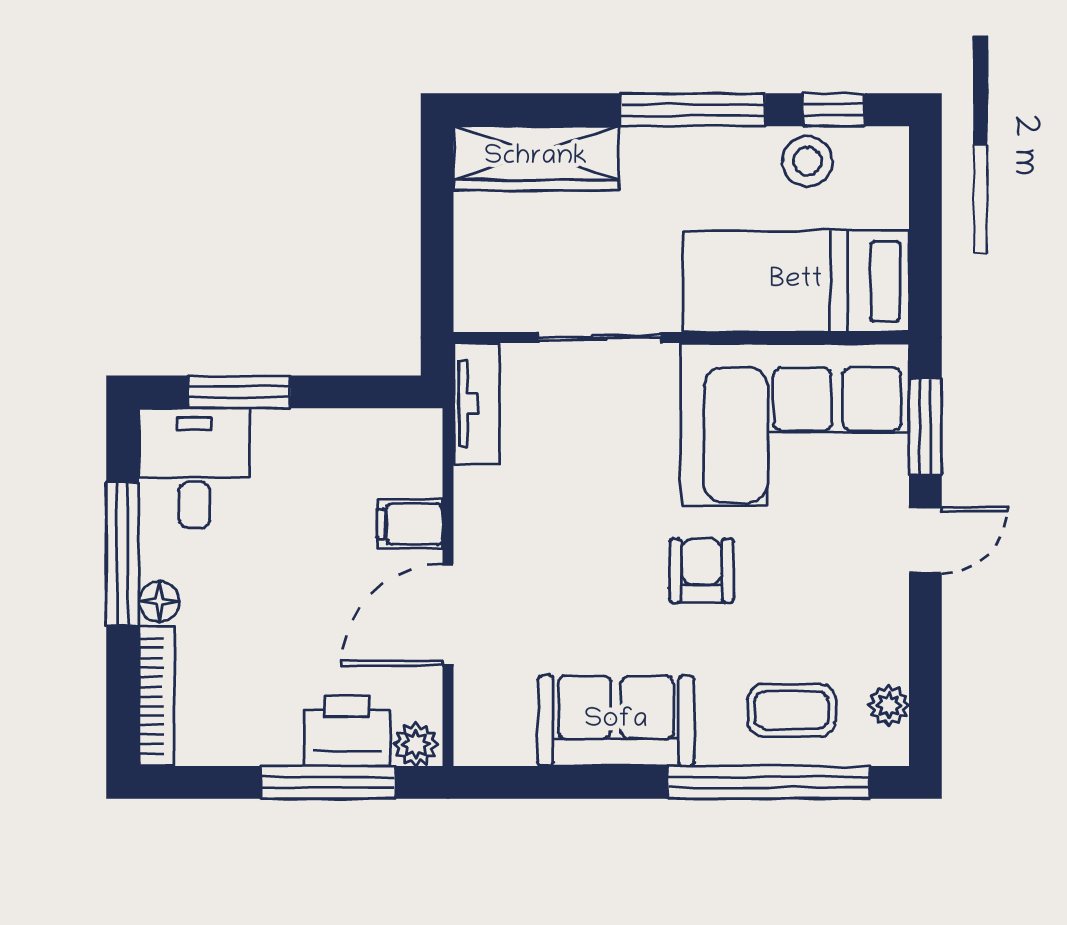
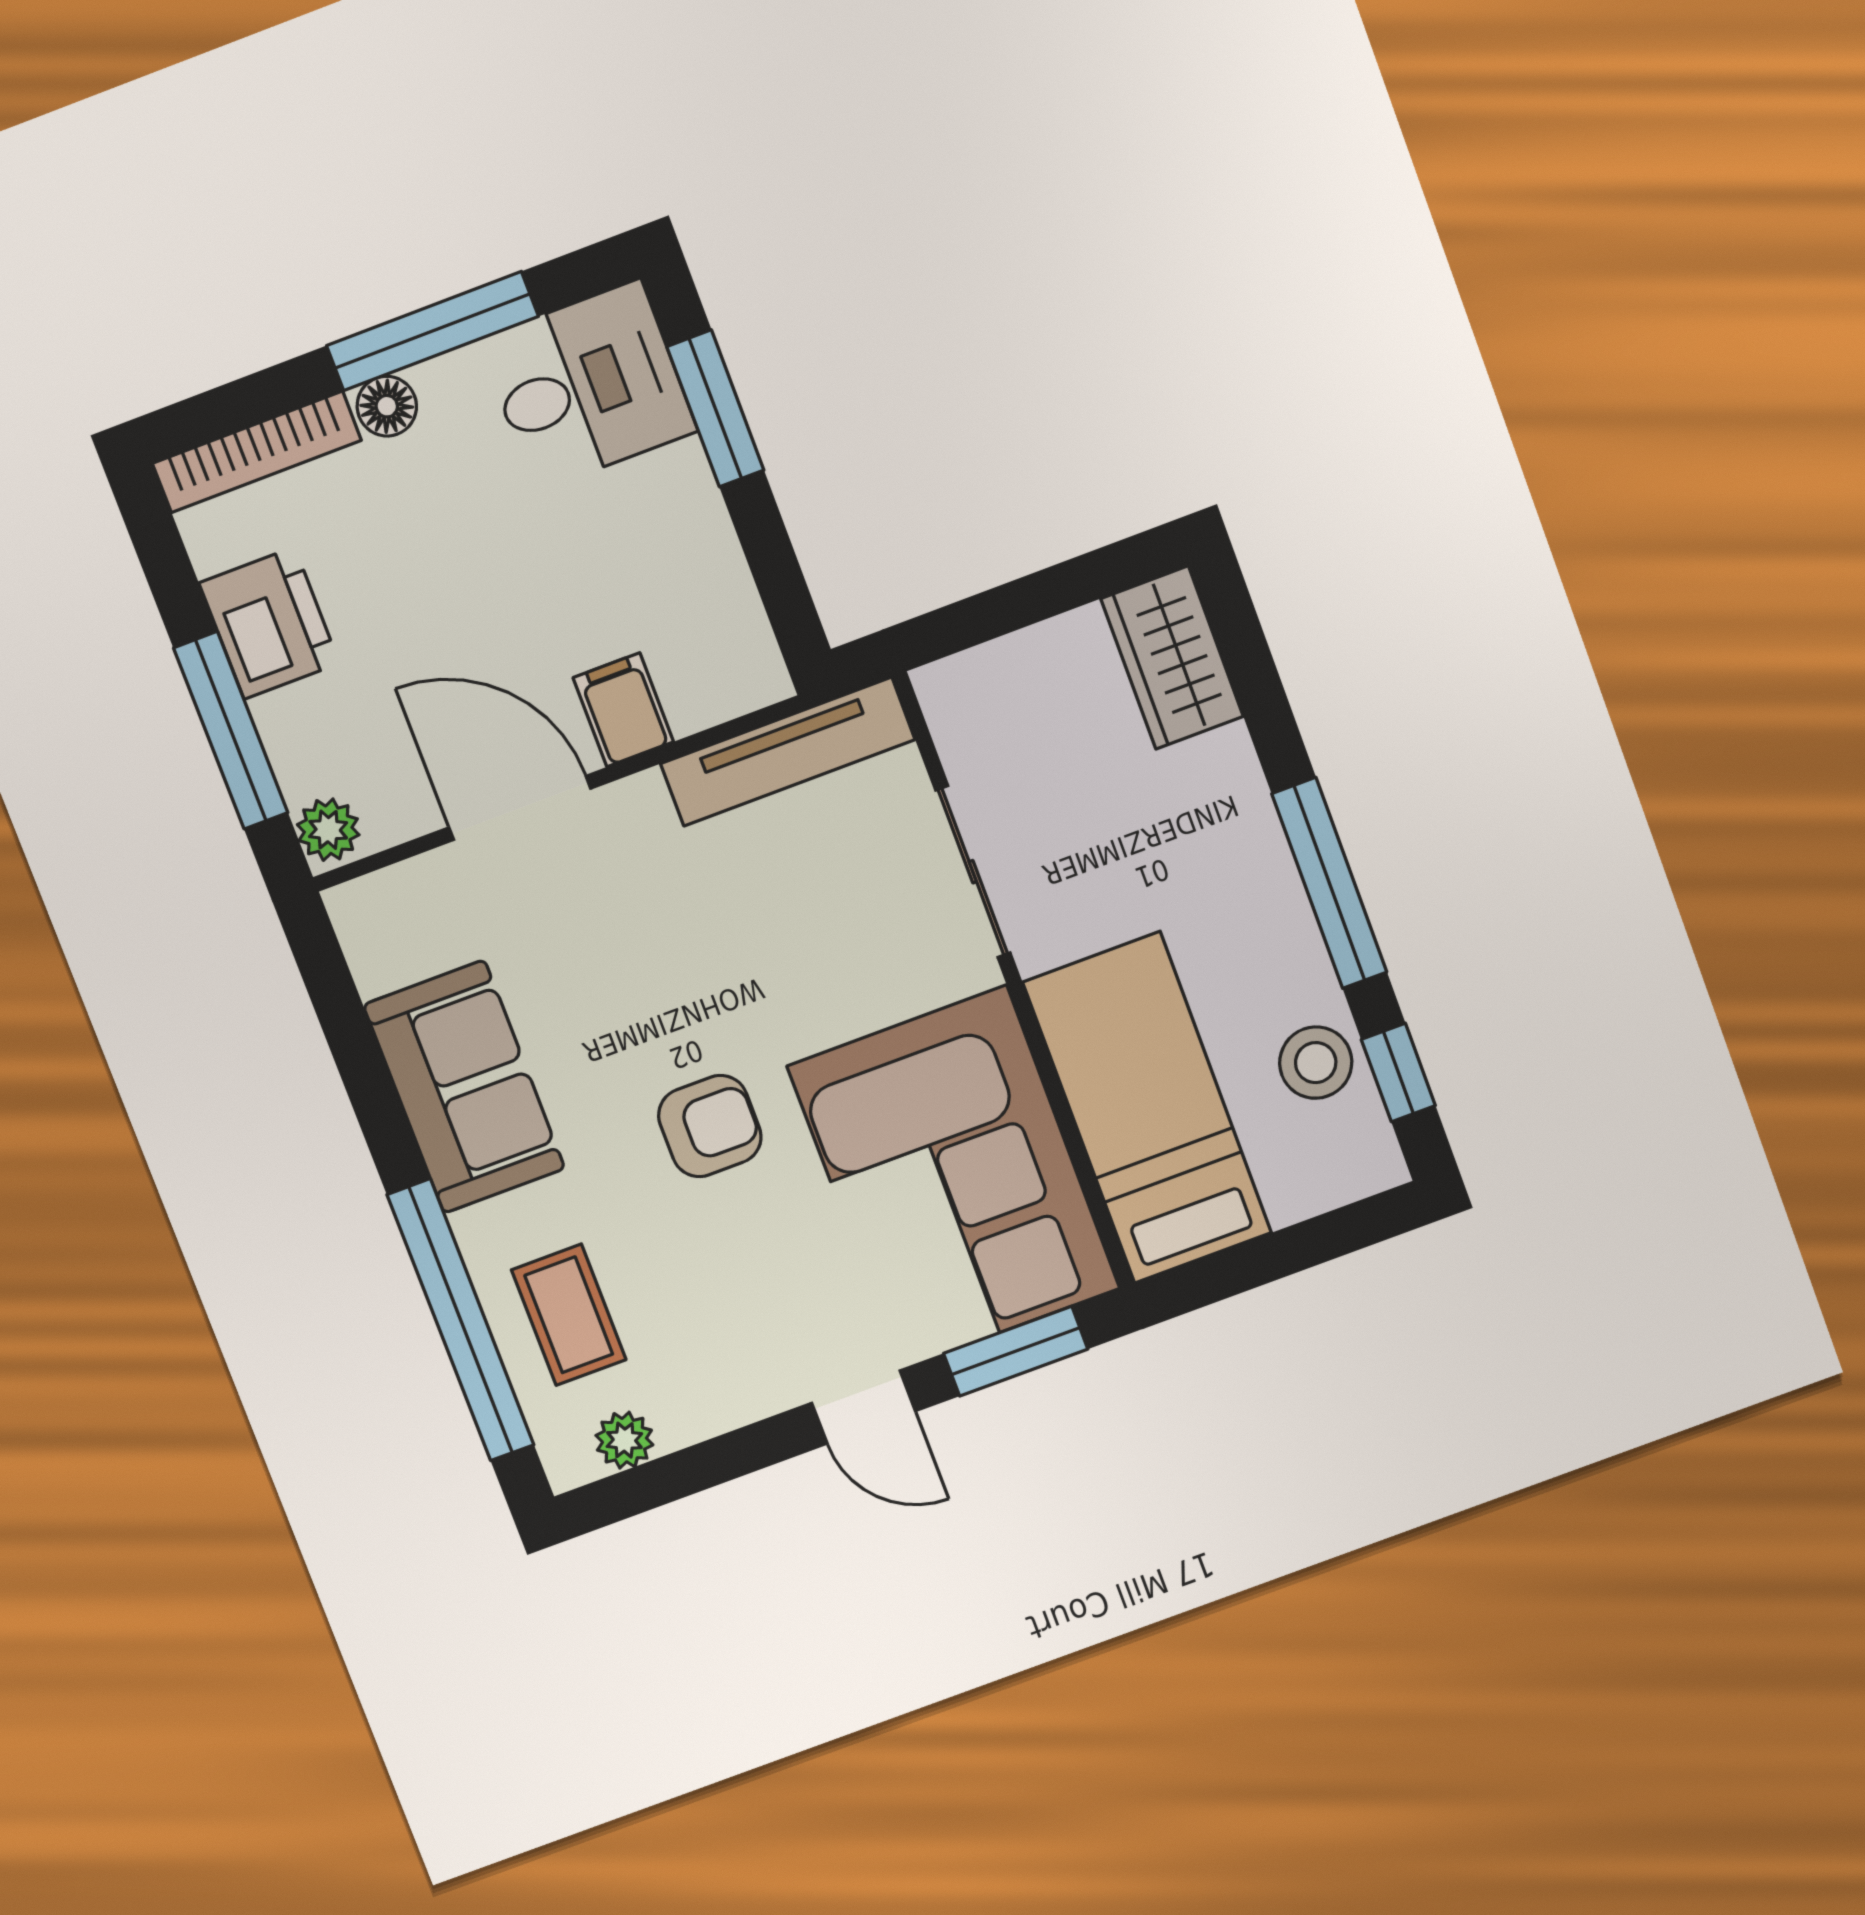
wardrobe: (536, 158) -> (1172, 658), width x0.67
tv unit: (477, 403) -> (788, 752), width x1.41
printer: (347, 731) -> (269, 623), moved

